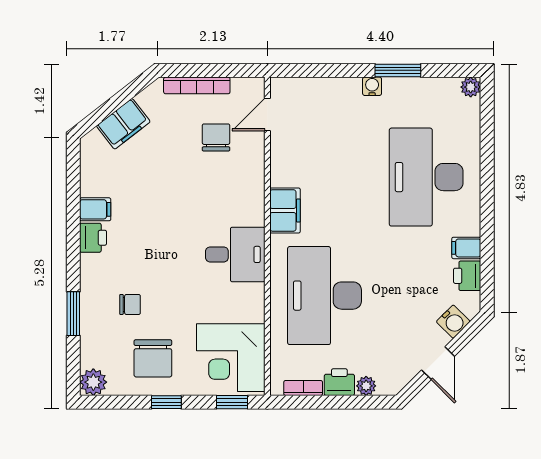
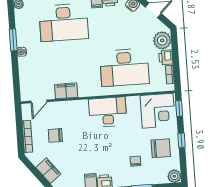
door: (267, 115) -> (39, 101), hinge flipped
chair: (216, 137) -> (55, 135), moved
filing cabinet: (285, 210) -> (66, 91), moved
desk: (235, 254) -> (108, 112), width x1.37
plant: (366, 386) -> (162, 40), width x1.88, depth x1.88

